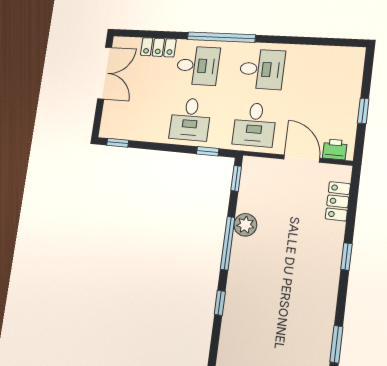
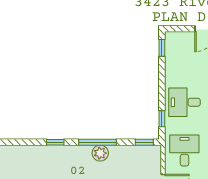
desk: (255, 125) -> (184, 150), turned 90
plant: (245, 225) -> (100, 153), moved

